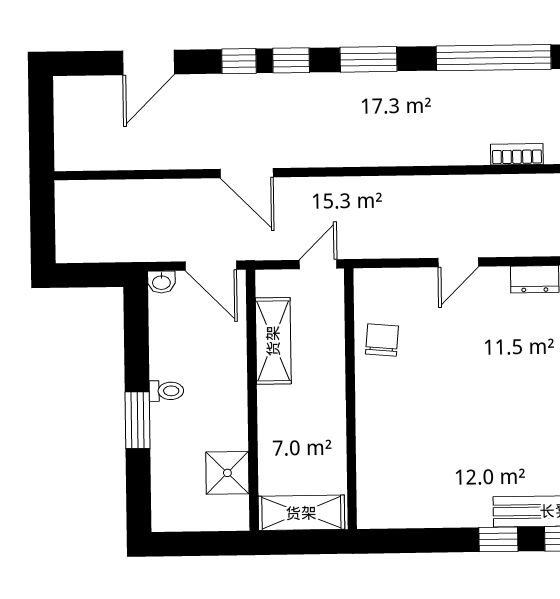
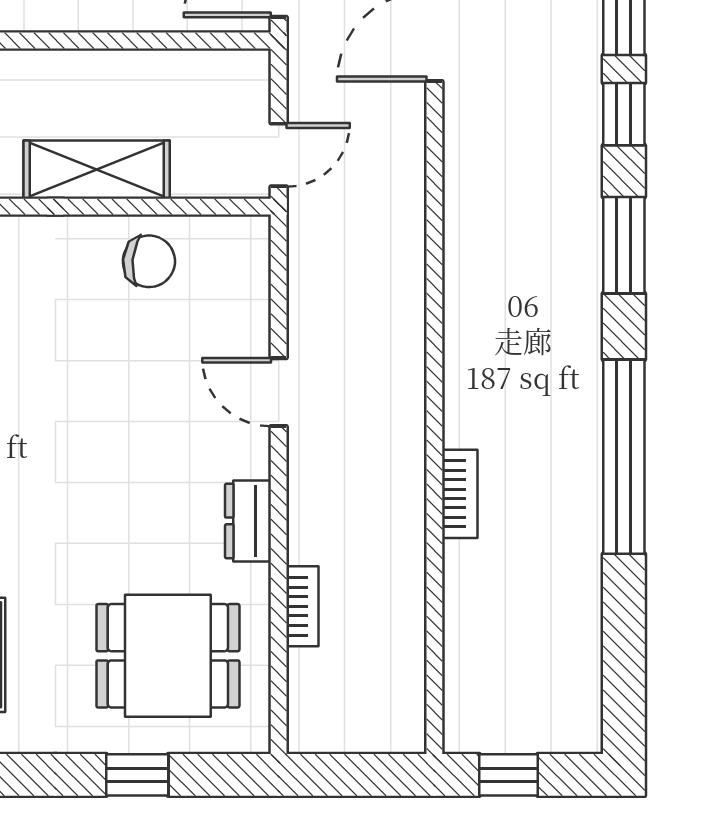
door: (318, 264) -> (279, 155), hinge flipped
shelving: (273, 341) -> (97, 170), moved

